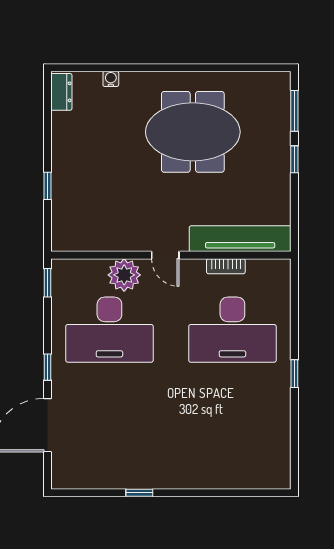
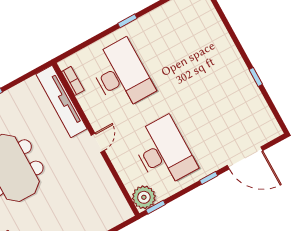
bookcase: (226, 266) -> (73, 81), moved
plant: (124, 275) -> (144, 197), moved

